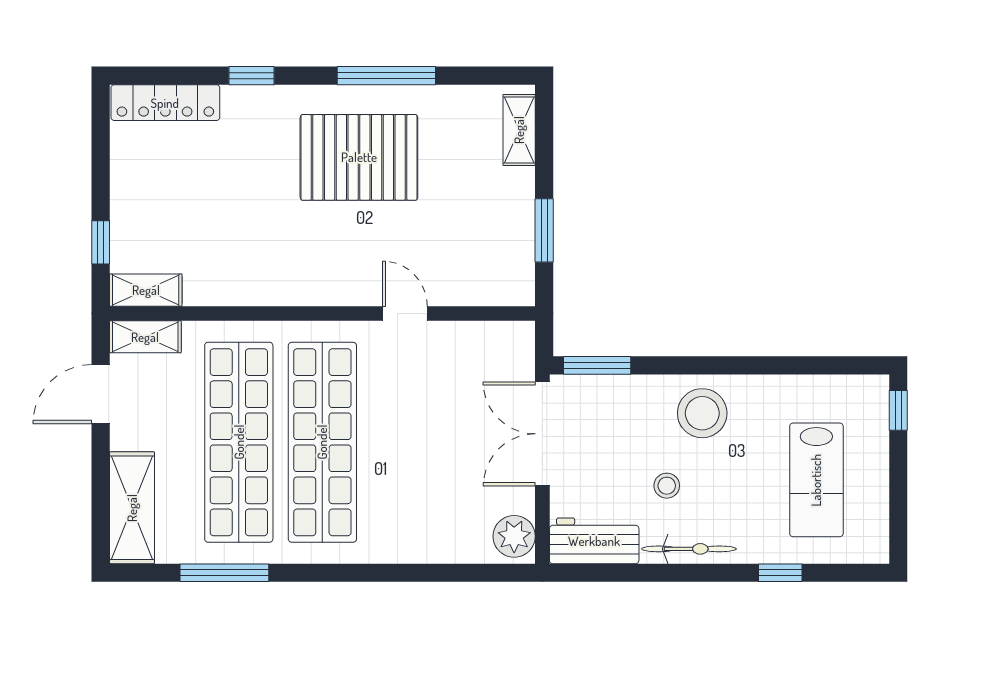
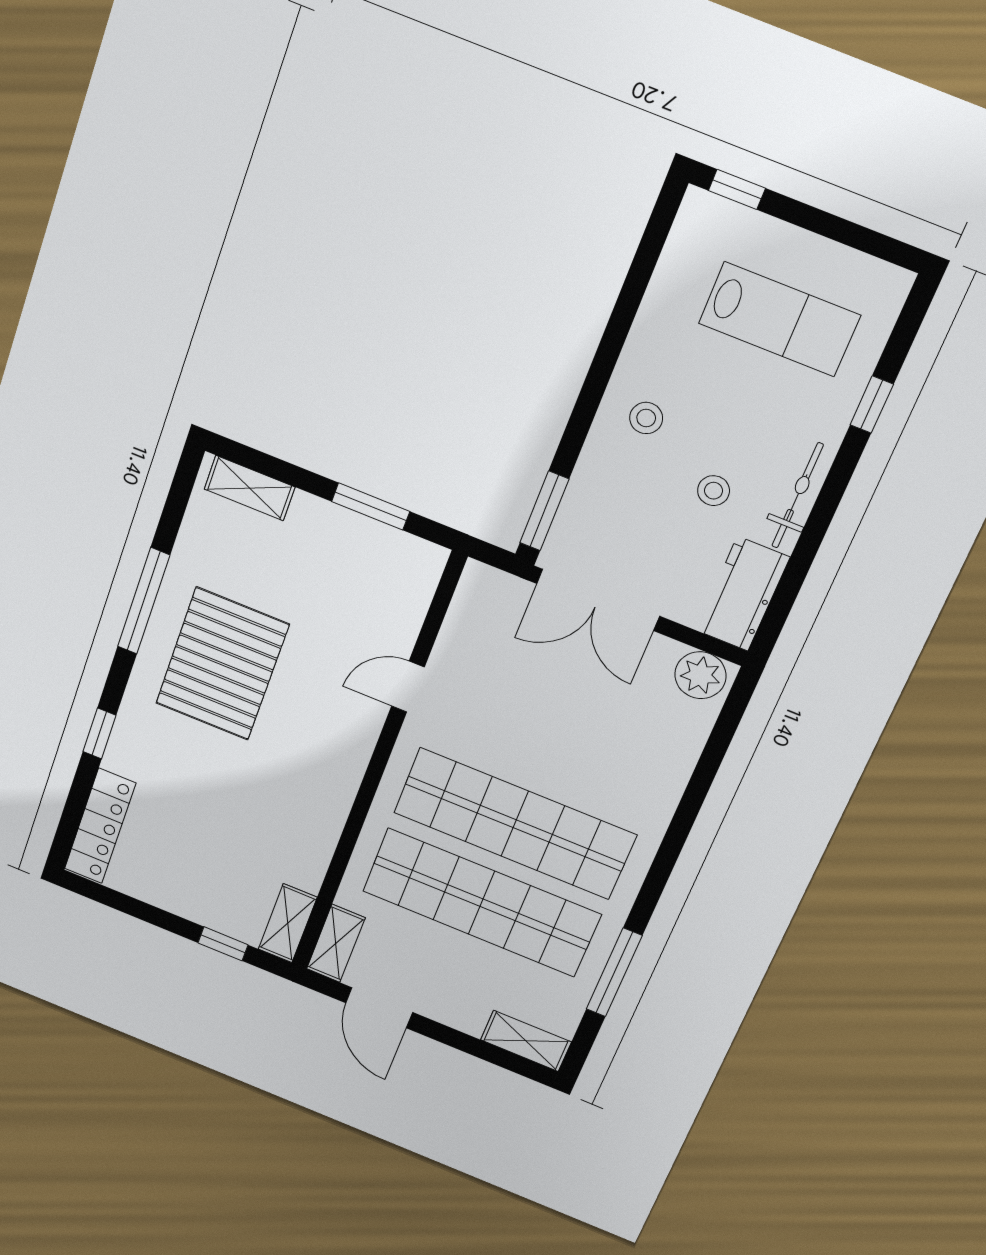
stool: (702, 413) -> (646, 418), width x0.53, depth x0.53
shelving: (132, 508) -> (526, 1041), width x0.67, depth x0.75

